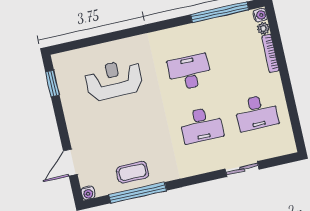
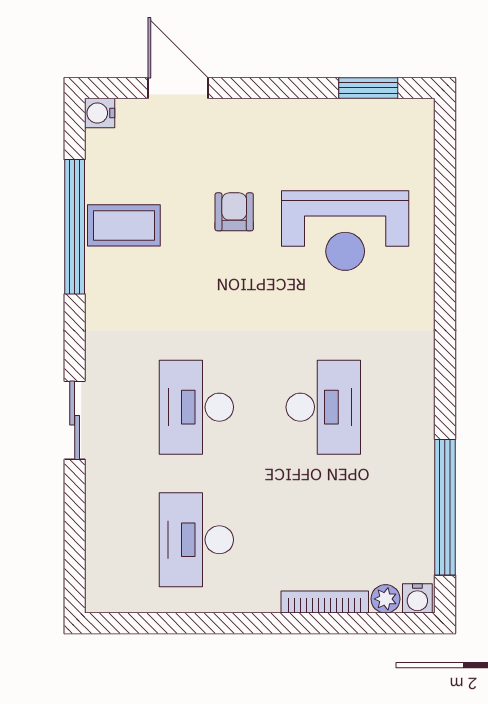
reception desk: (114, 80) -> (345, 231), turned 90
armchair: (117, 128) -> (234, 212), added
sliding door: (242, 169) -> (75, 420), moved
coffee table: (133, 172) -> (124, 225), turned 90

